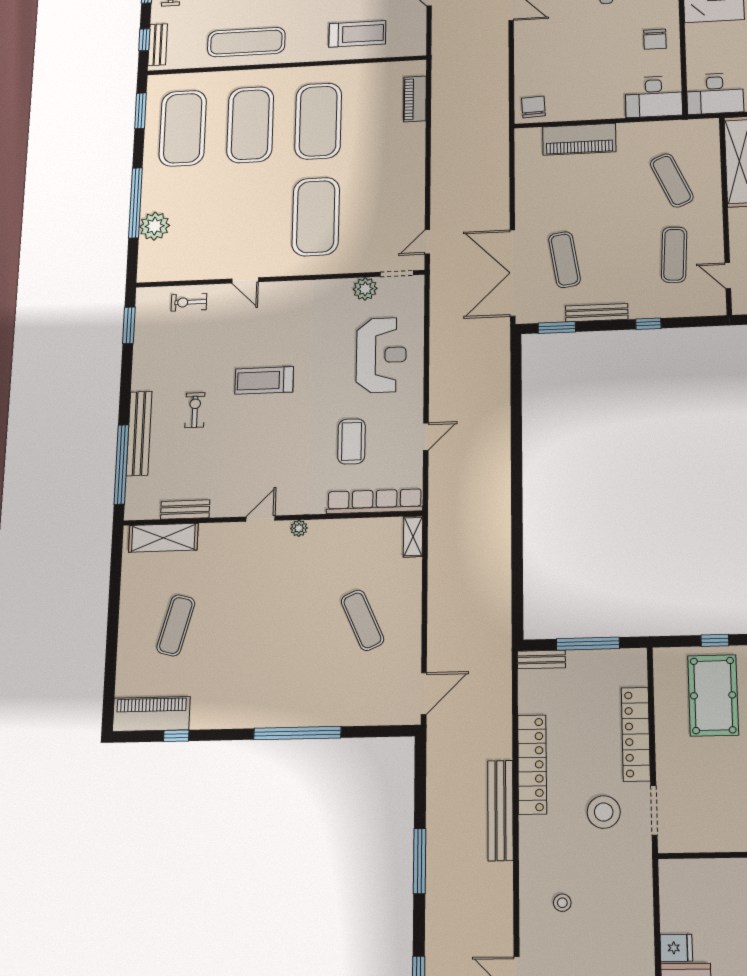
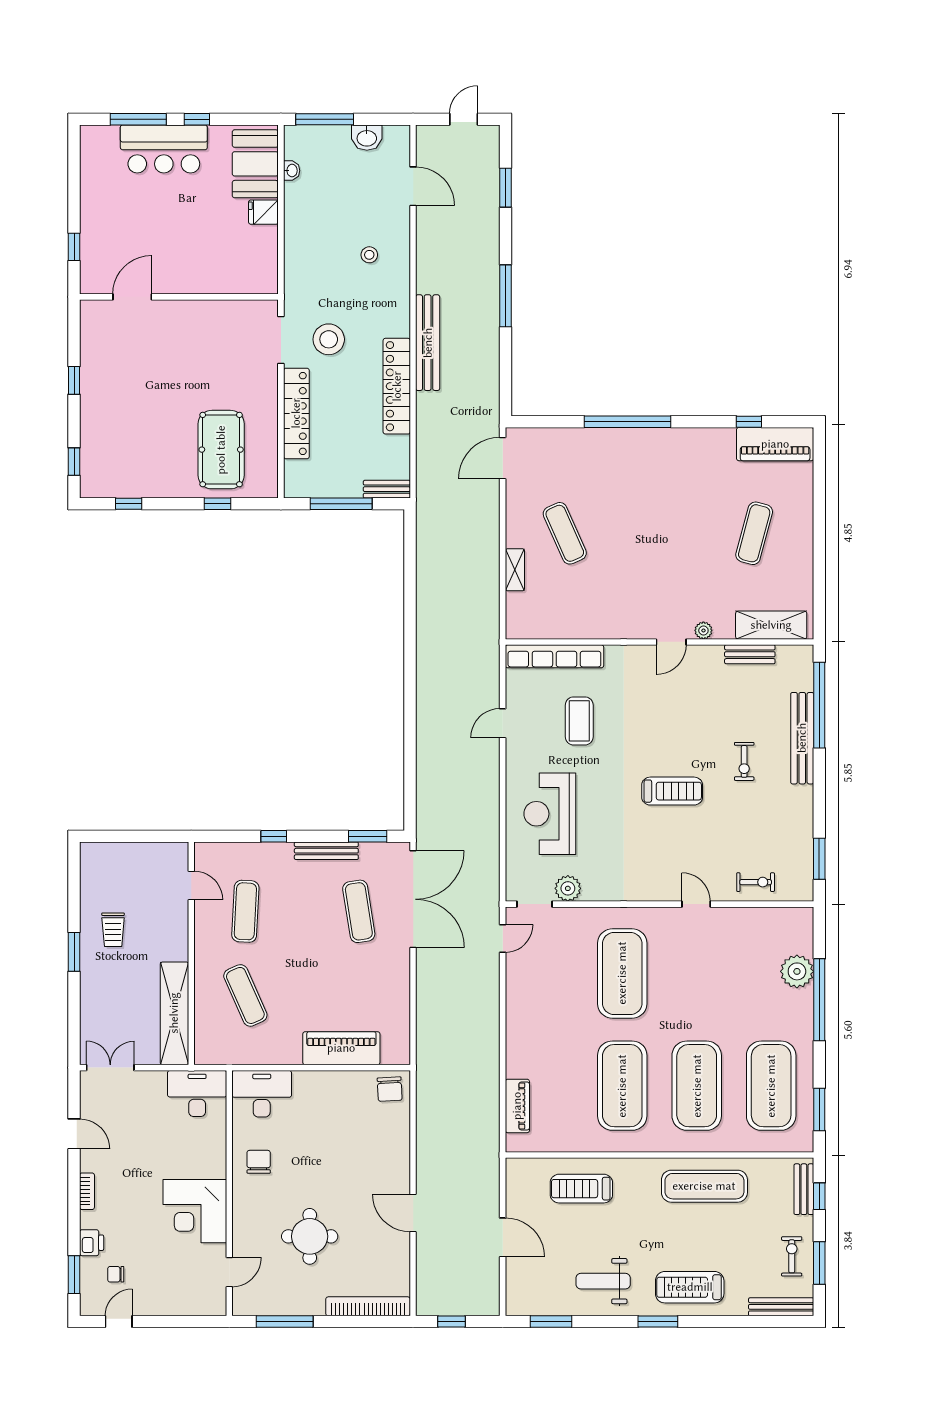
plant: (299, 528) -> (703, 630), moved
shelving: (413, 537) -> (515, 570), moved

